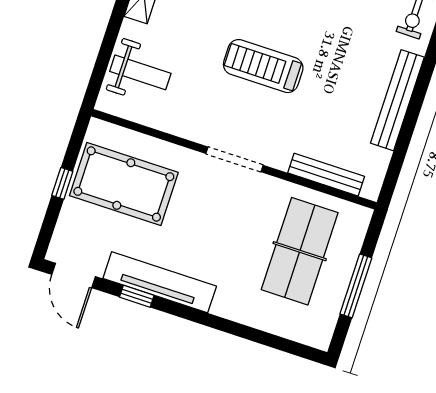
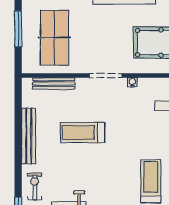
treadmill: (263, 66) -> (83, 133), moved, turned 180
water cooler: (194, 133) -> (132, 82), added

